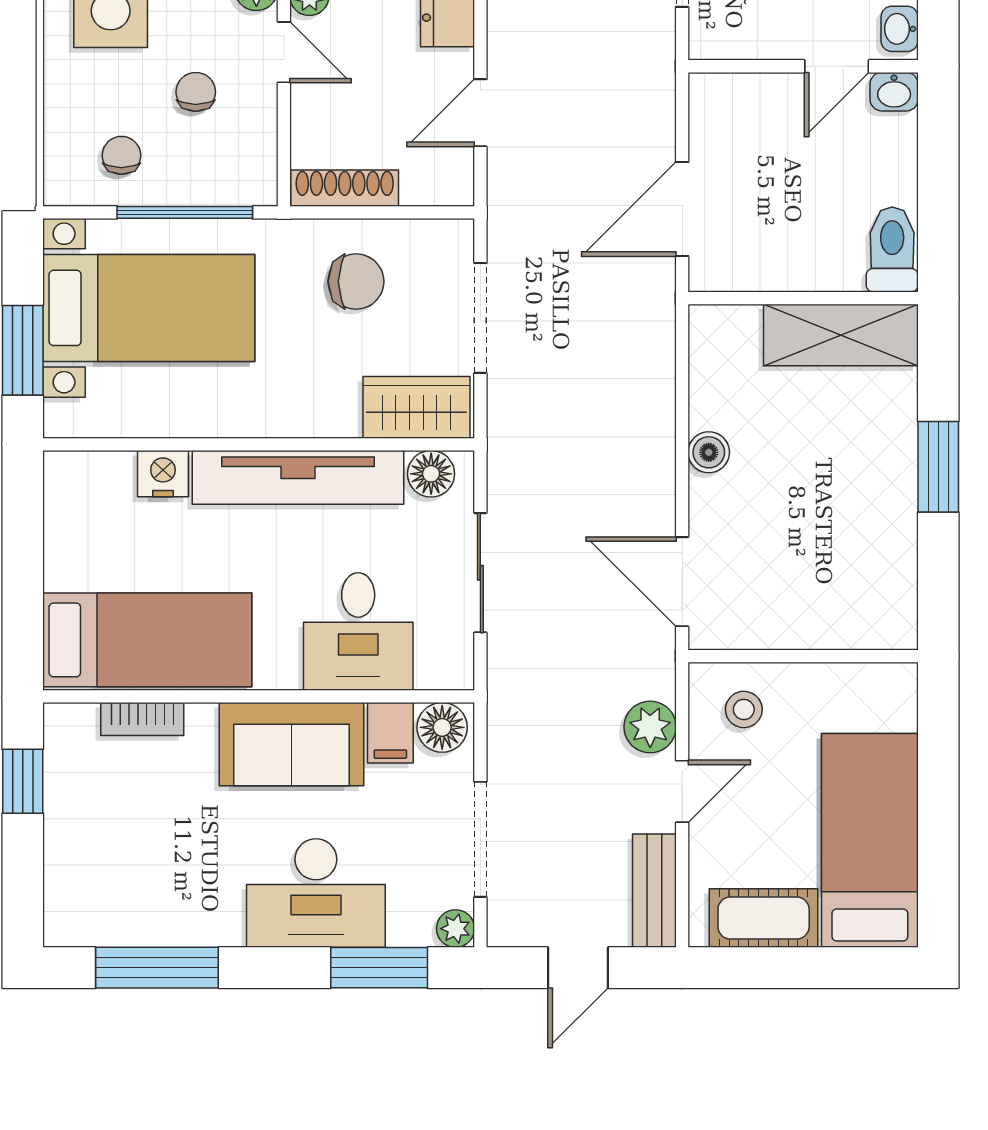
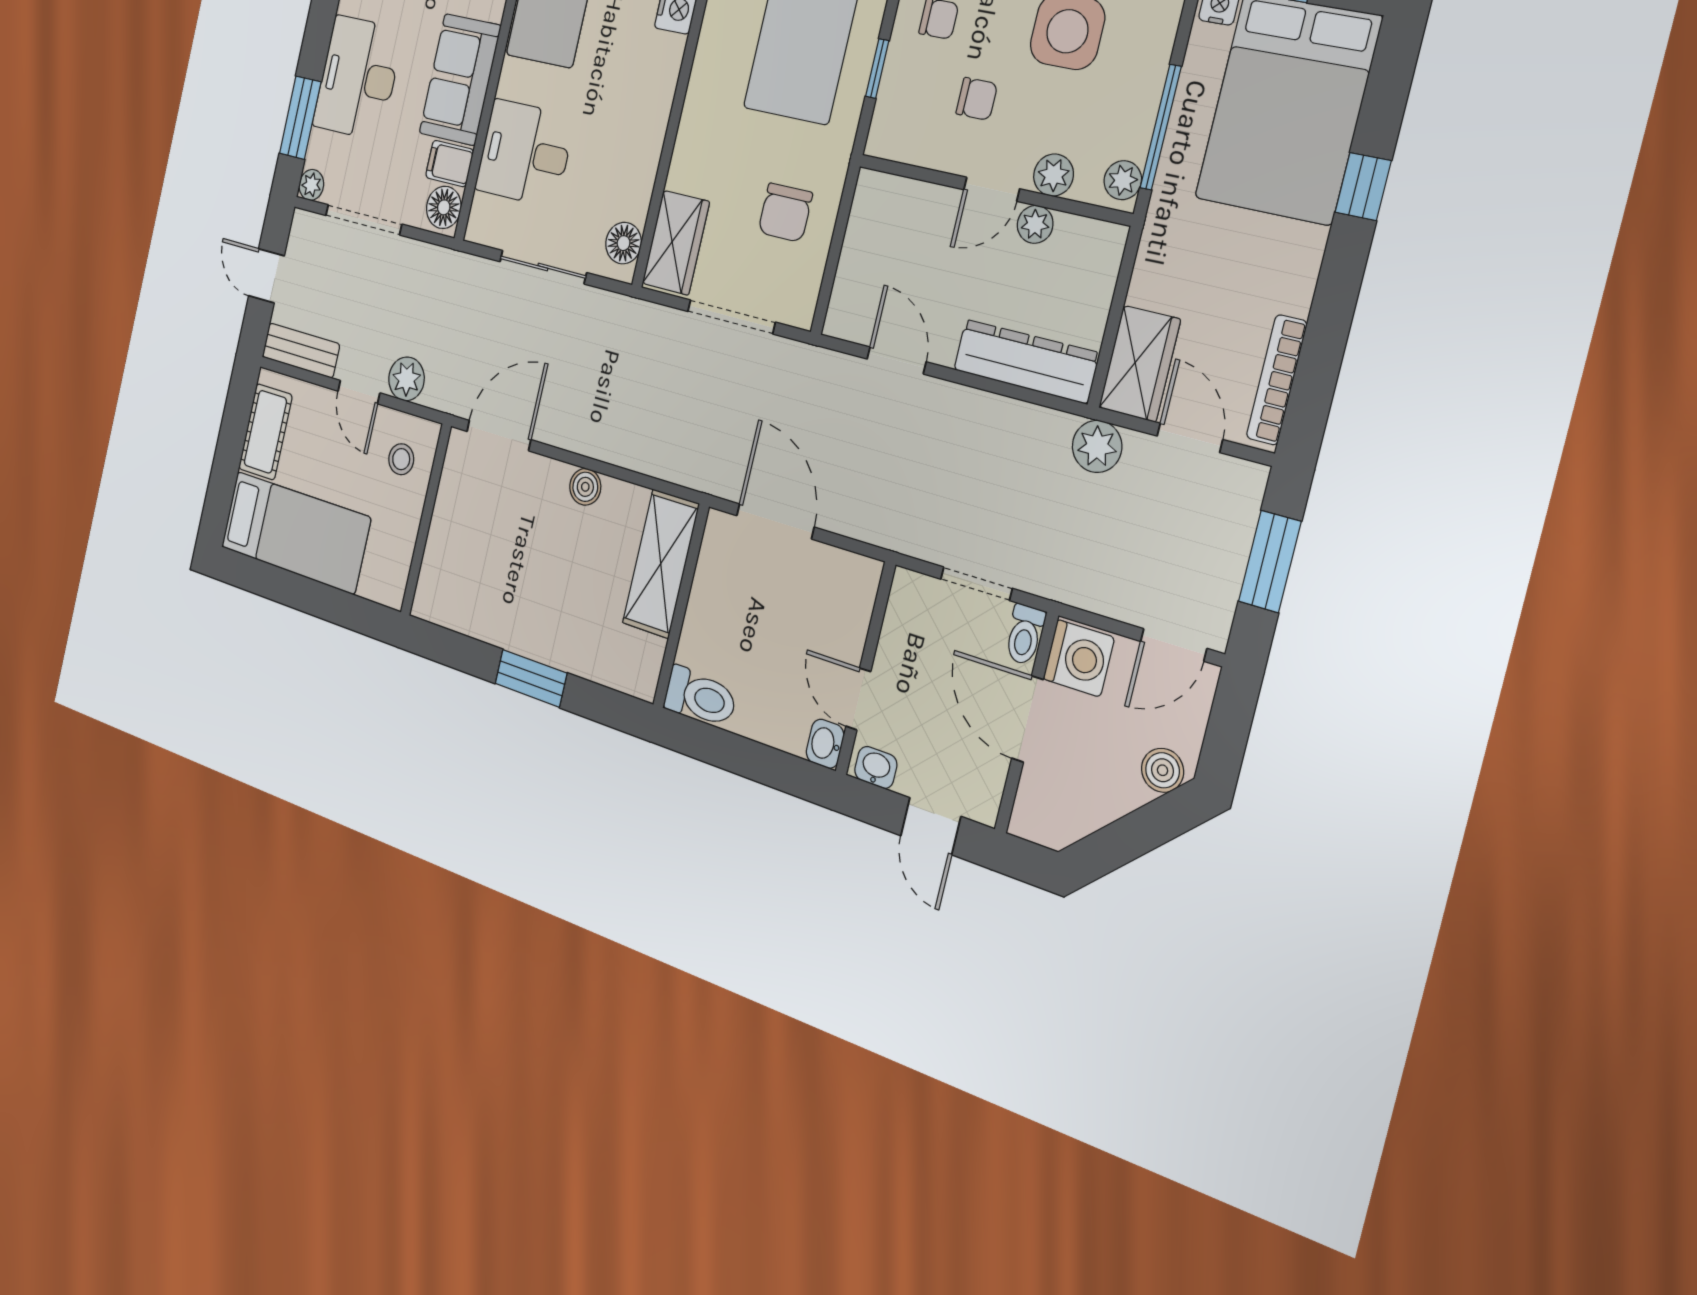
shoe rack: (345, 188) -> (863, 220), removed
window: (185, 212) -> (877, 69), width x0.46
shelving: (841, 335) -> (661, 564), moved
tv unit: (298, 477) -> (647, 127), removed

